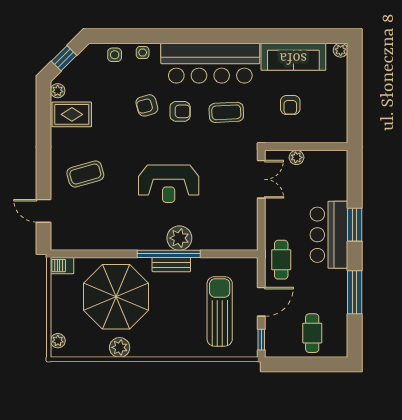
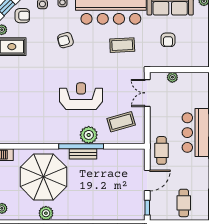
armchair: (180, 111) -> (22, 16), moved
coffee table: (85, 174) -> (121, 122), moved
double door: (261, 179) -> (147, 93), swing flipped
reception desk: (169, 184) -> (81, 96), turned 180
sun lounger: (220, 311) -> (118, 187), removed

